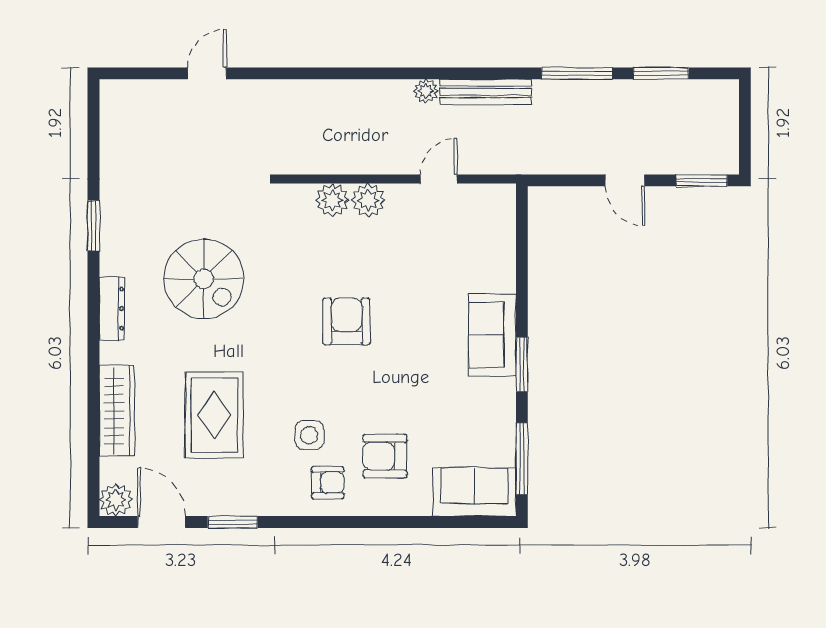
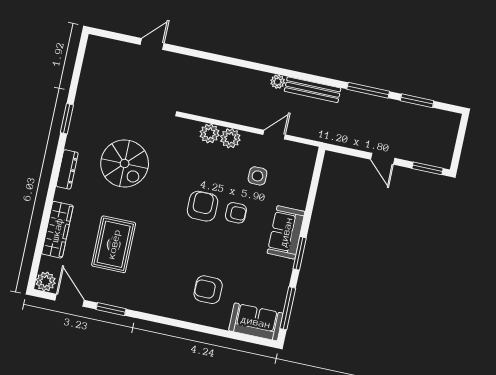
side table: (309, 435) -> (257, 176), moved
armchair: (328, 483) -> (236, 213), moved

